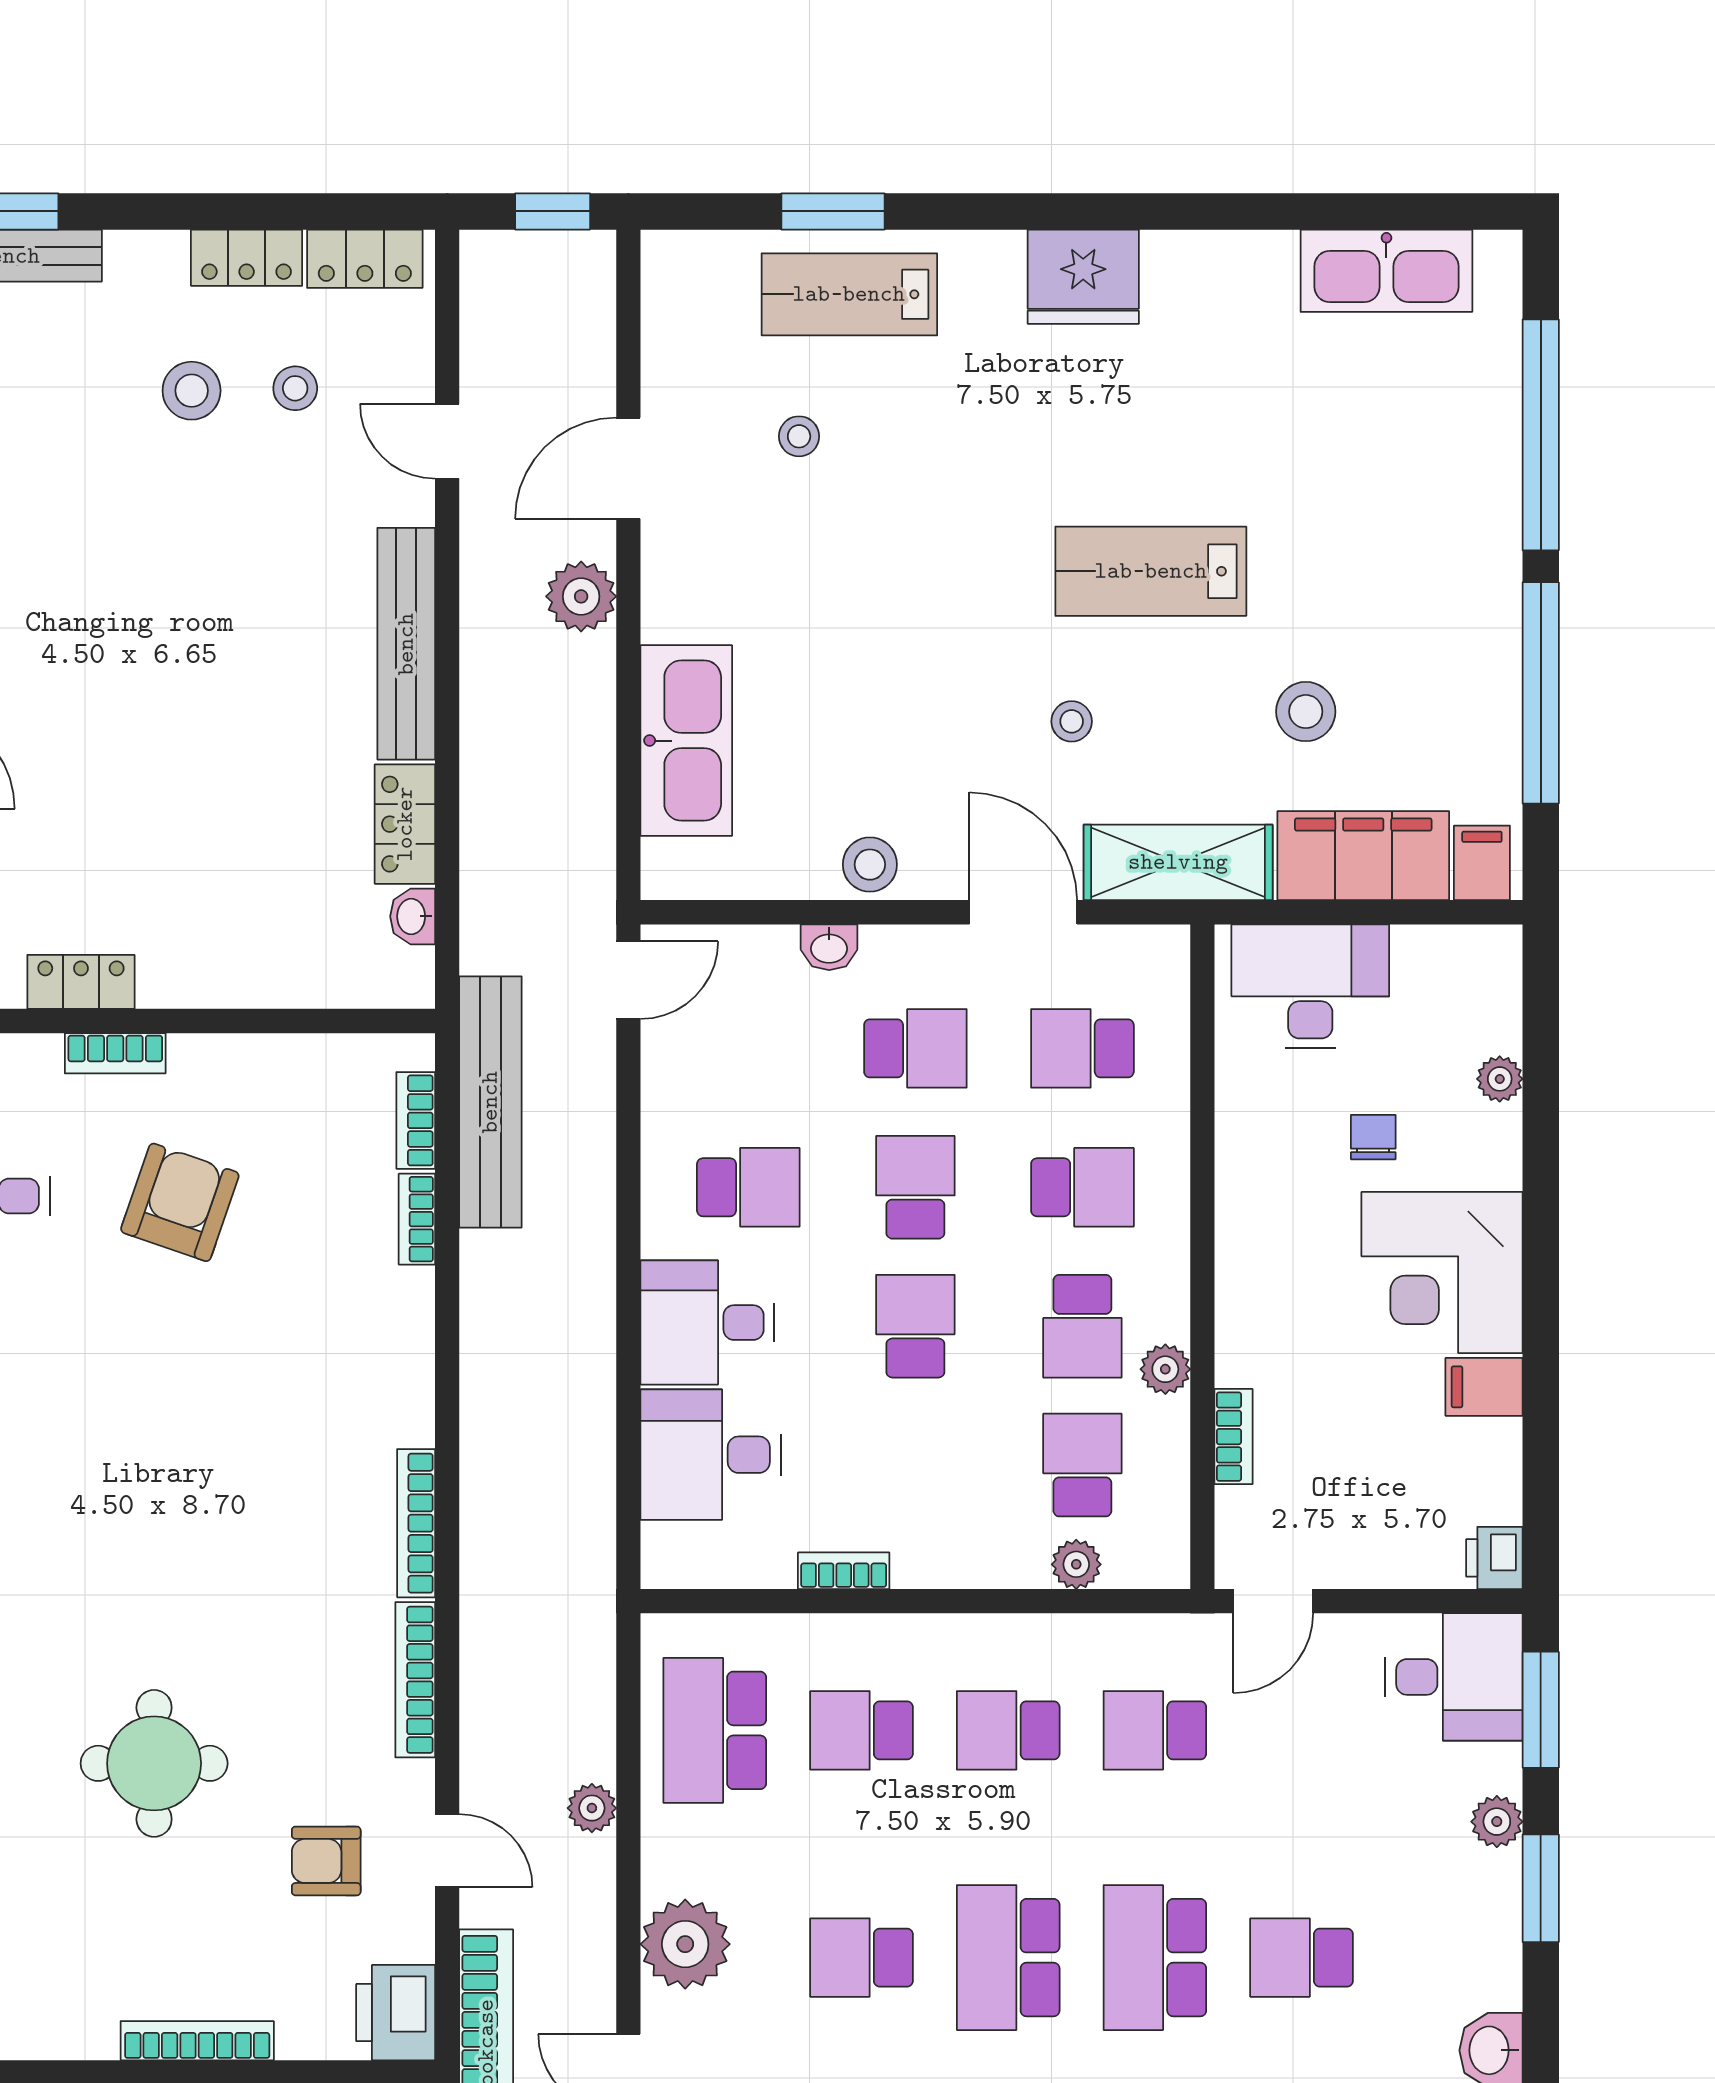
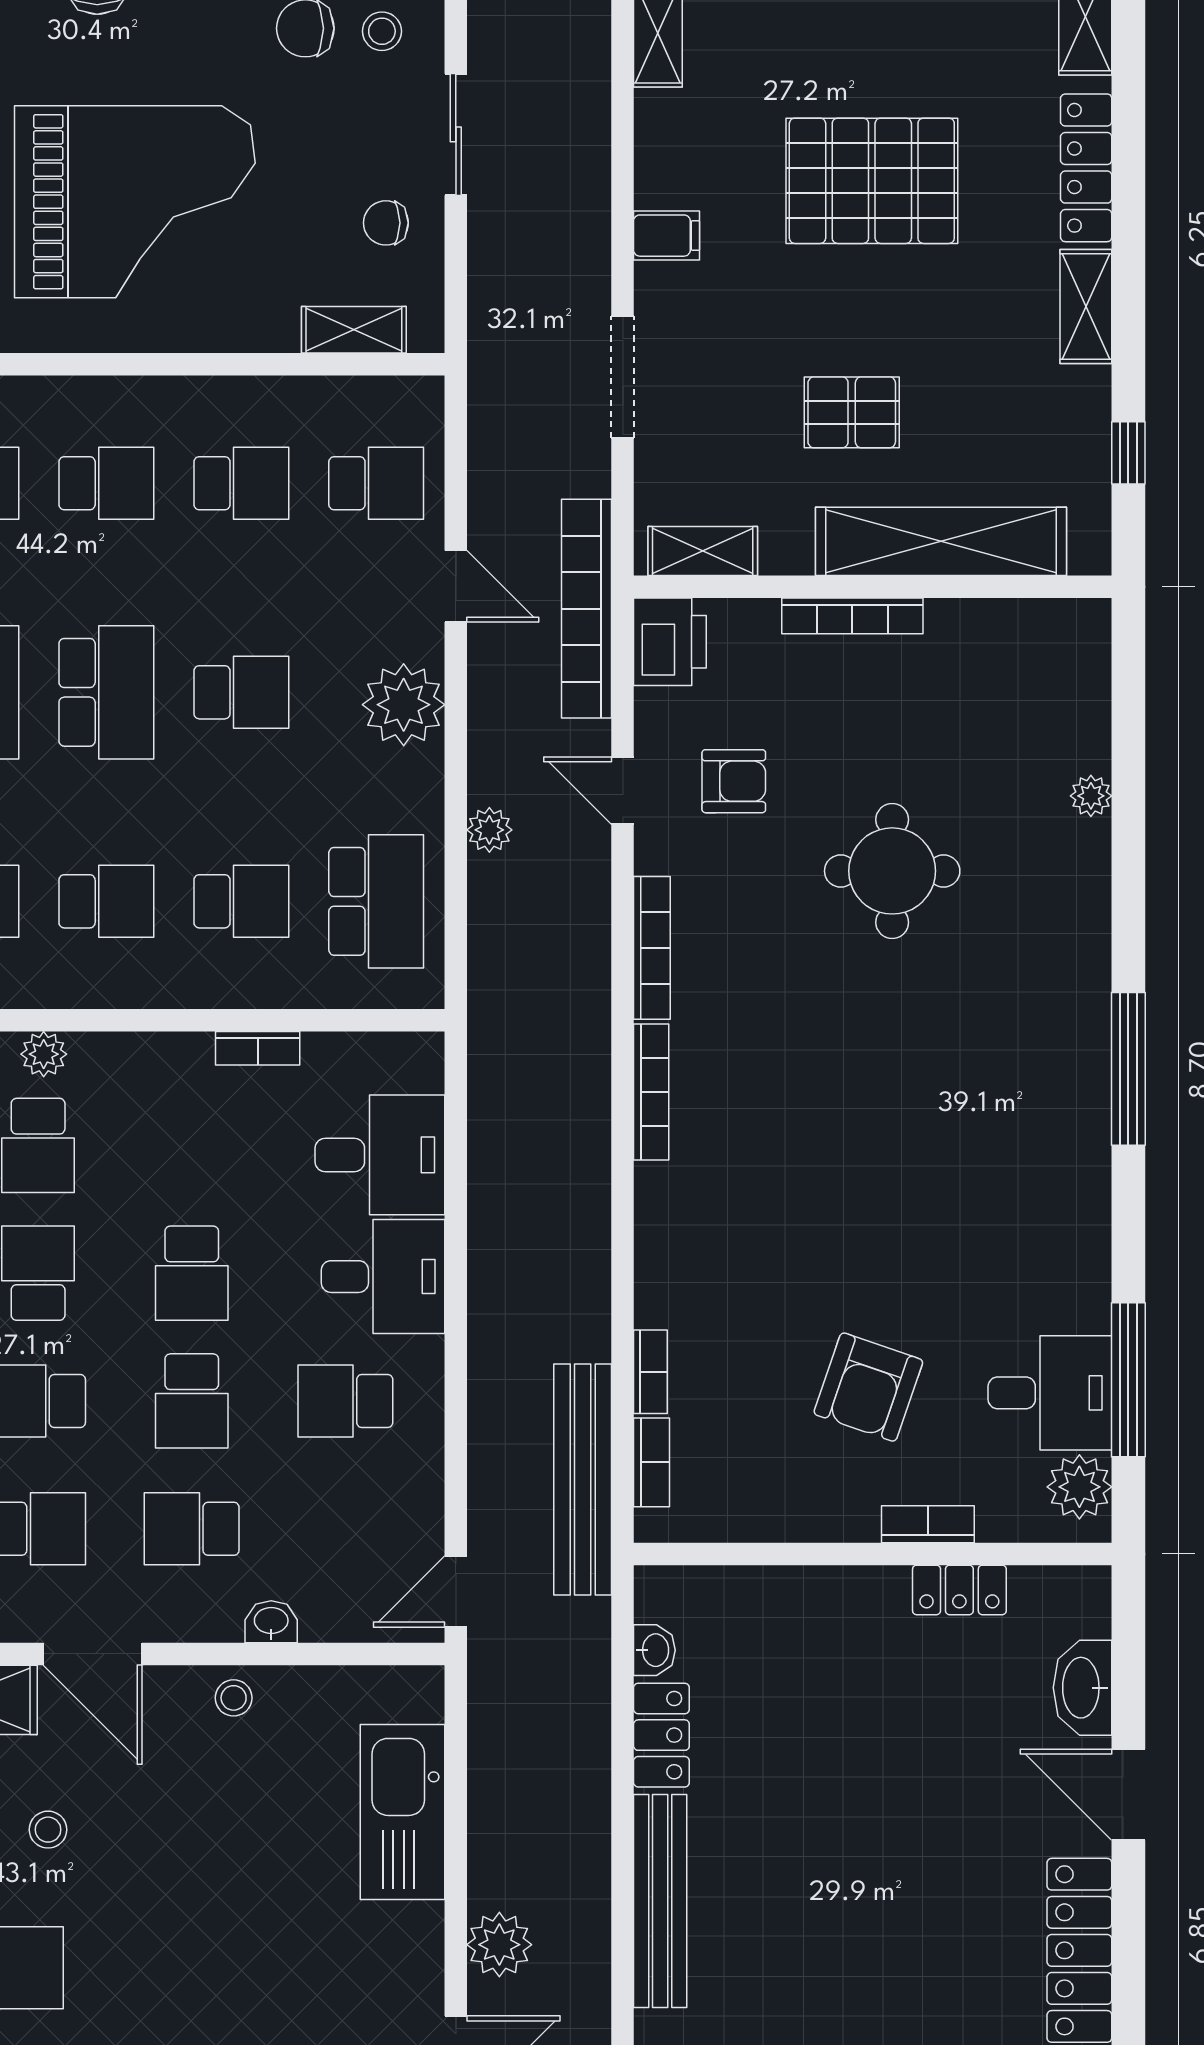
stool: (870, 865) -> (234, 1698), width x0.73, depth x0.73

